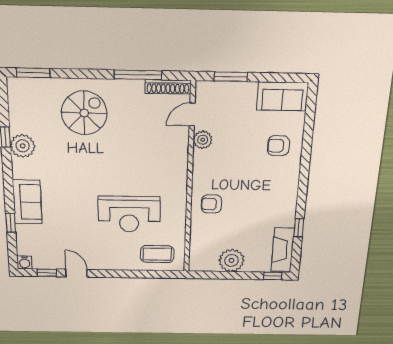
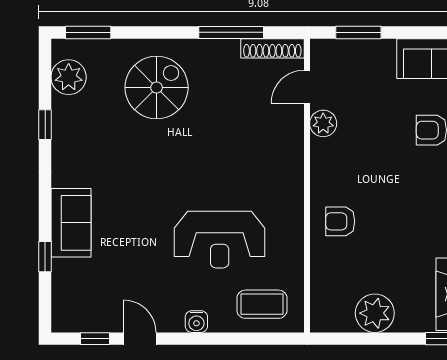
plant: (23, 146) -> (69, 77), moved
water cooler: (25, 262) -> (196, 322), moved

